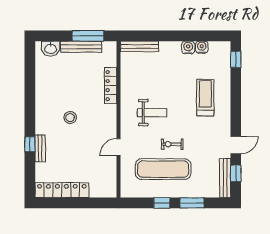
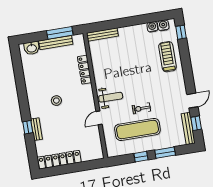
water cooler: (188, 48) -> (163, 25), moved
treadmill: (205, 98) -> (167, 57), moved
weight bench: (152, 113) -> (111, 97), moved

